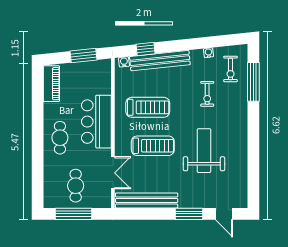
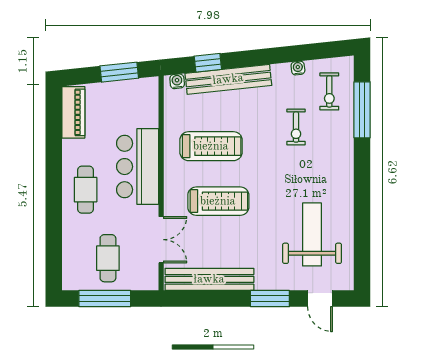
weight bench: (204, 151) -> (312, 234), moved

